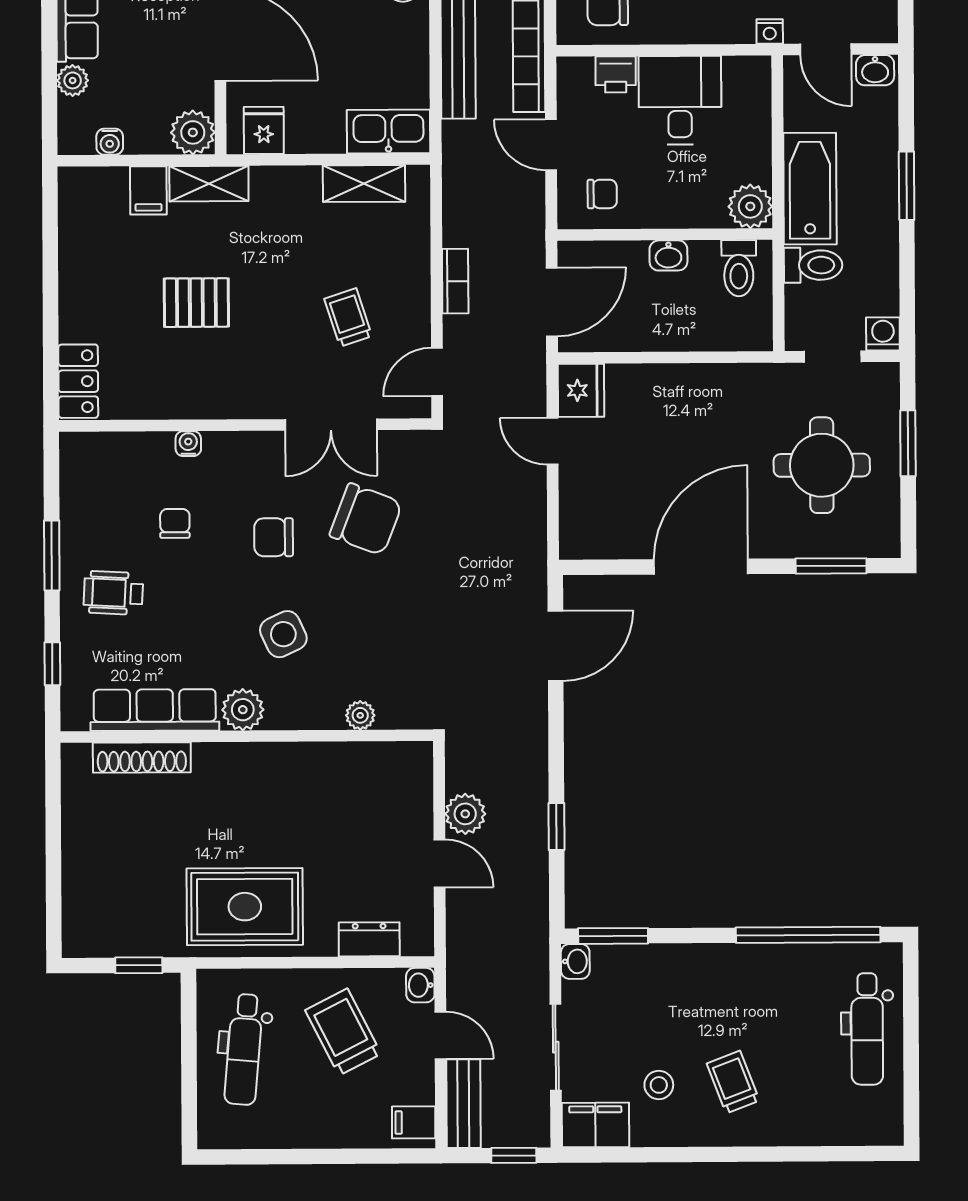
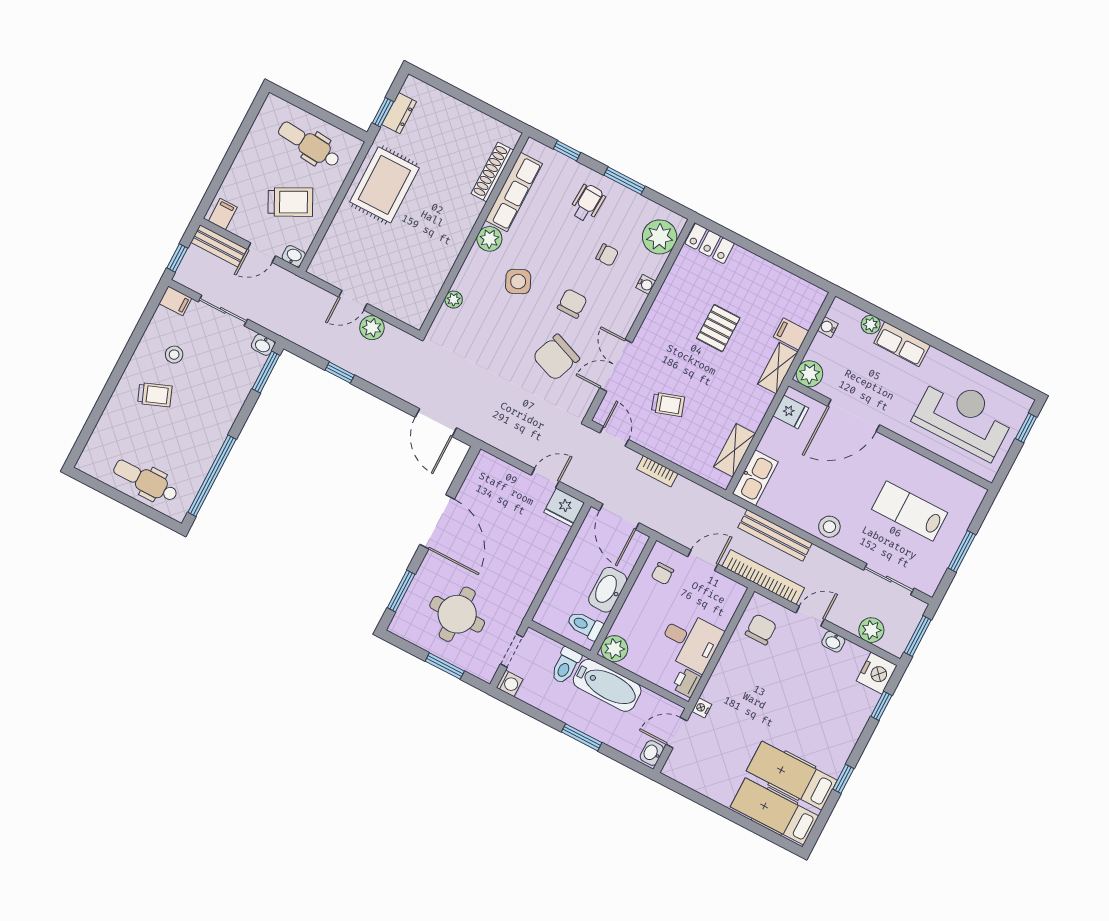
printer: (616, 74) -> (687, 682), moved
washbasin: (668, 255) -> (608, 590), width x1.91, depth x1.45
plant: (107, 460) -> (660, 237), added
dresser: (369, 939) -> (399, 113), moved
filing cabinet: (595, 1125) -> (175, 301), width x0.50

